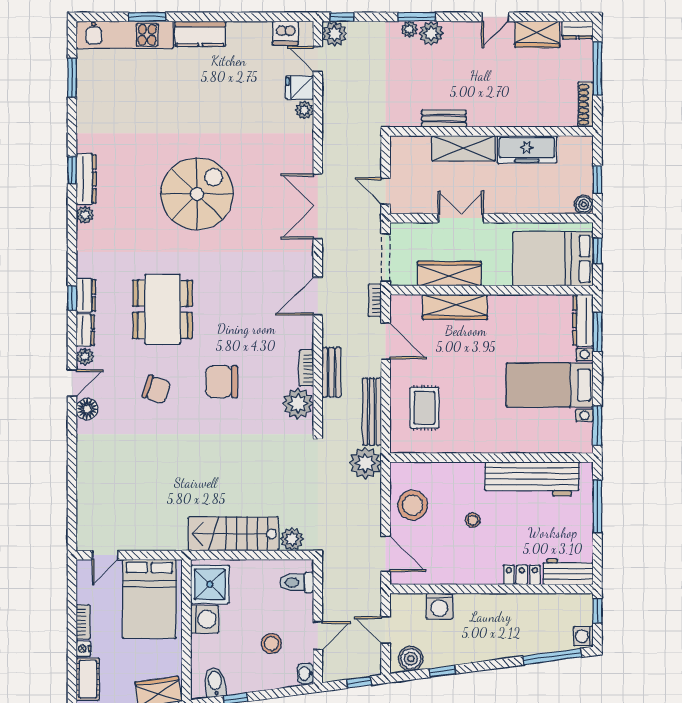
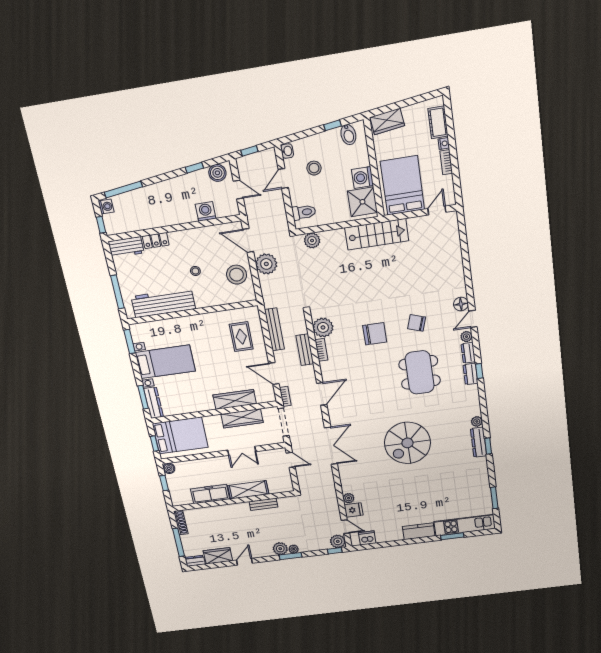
plant: (365, 463) -> (266, 264), moved
stairs: (233, 534) -> (377, 234), moved

